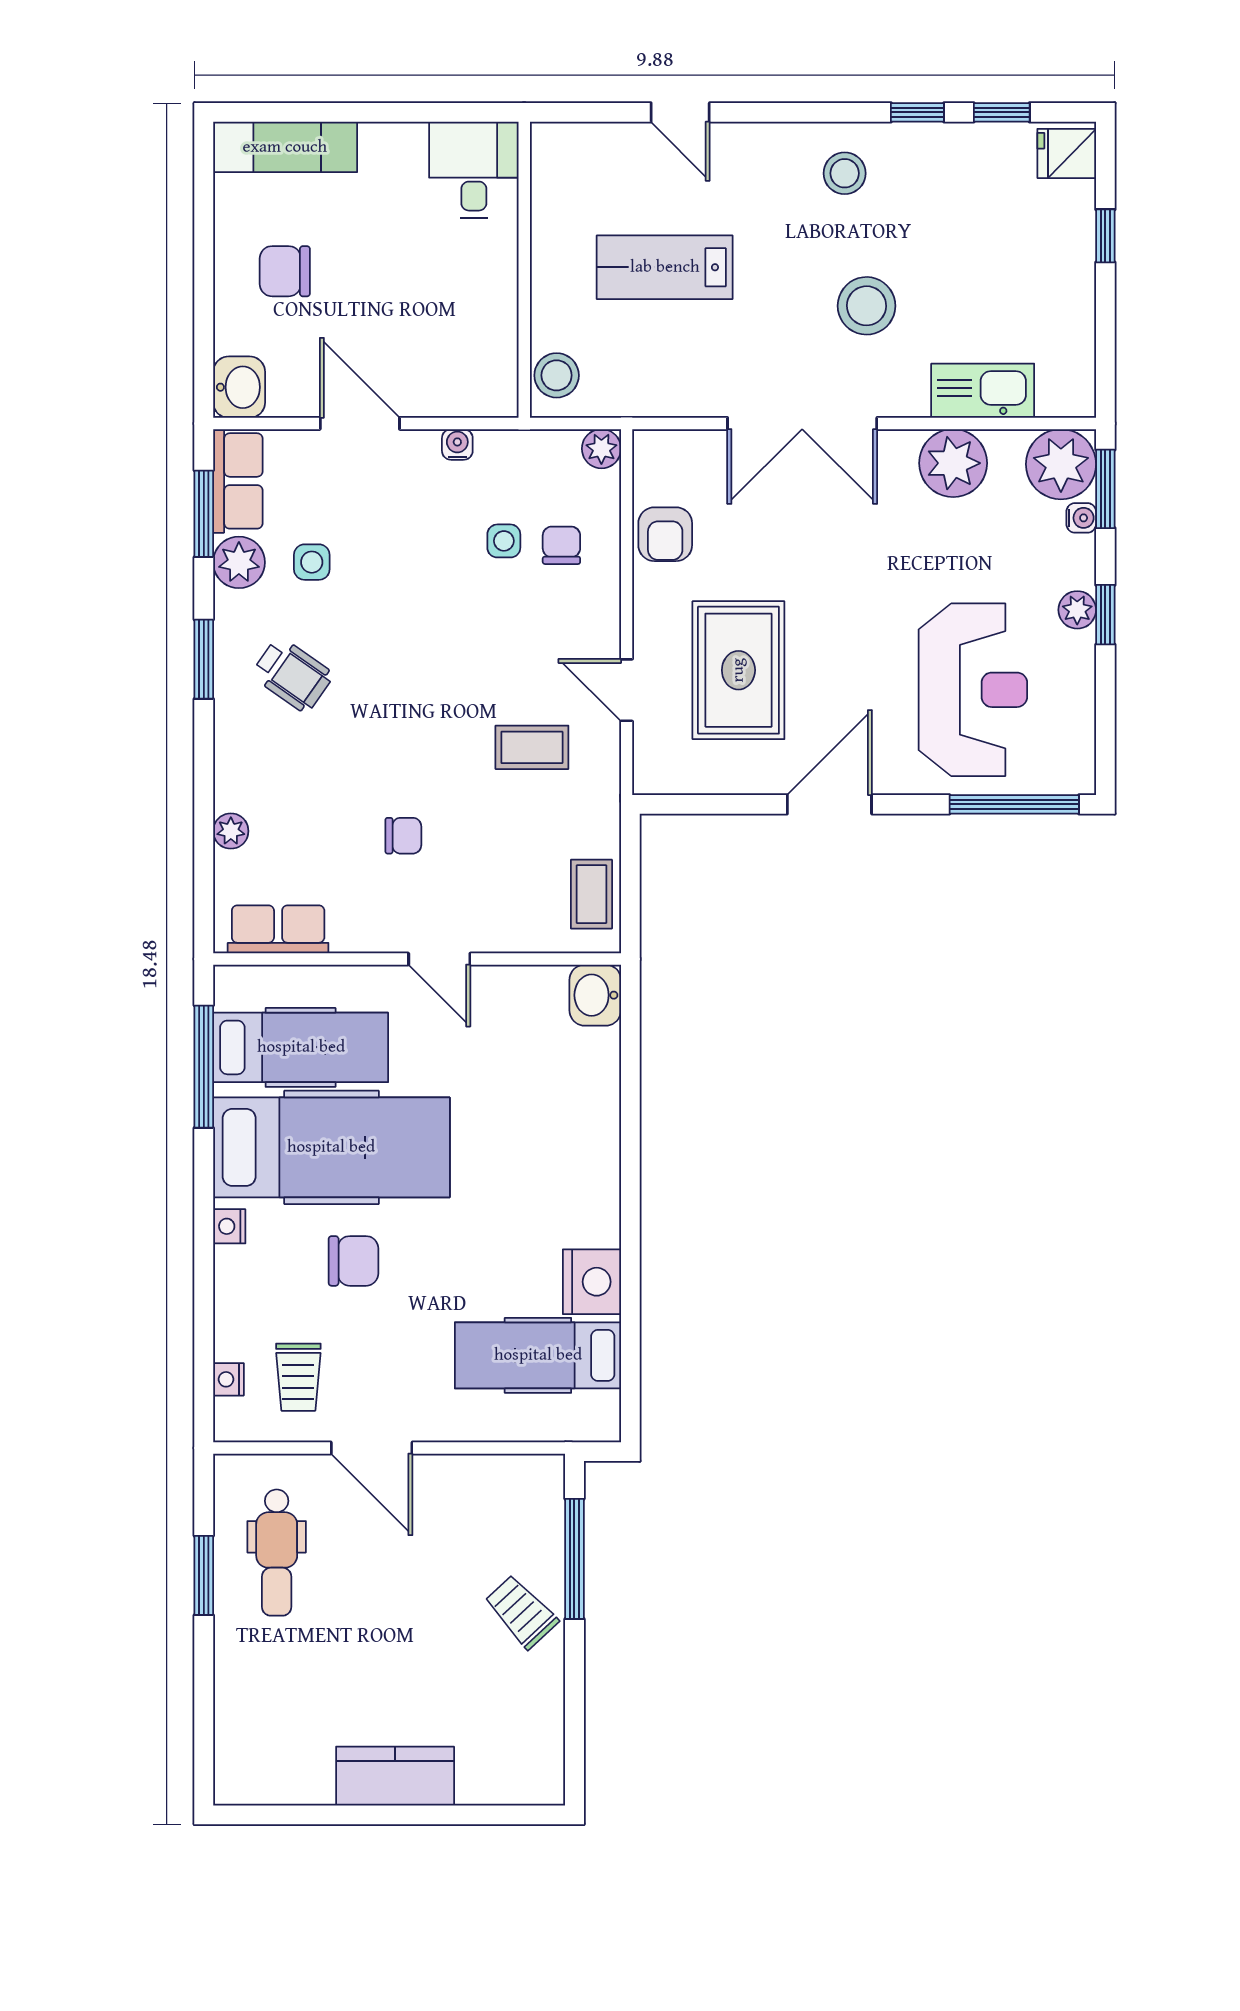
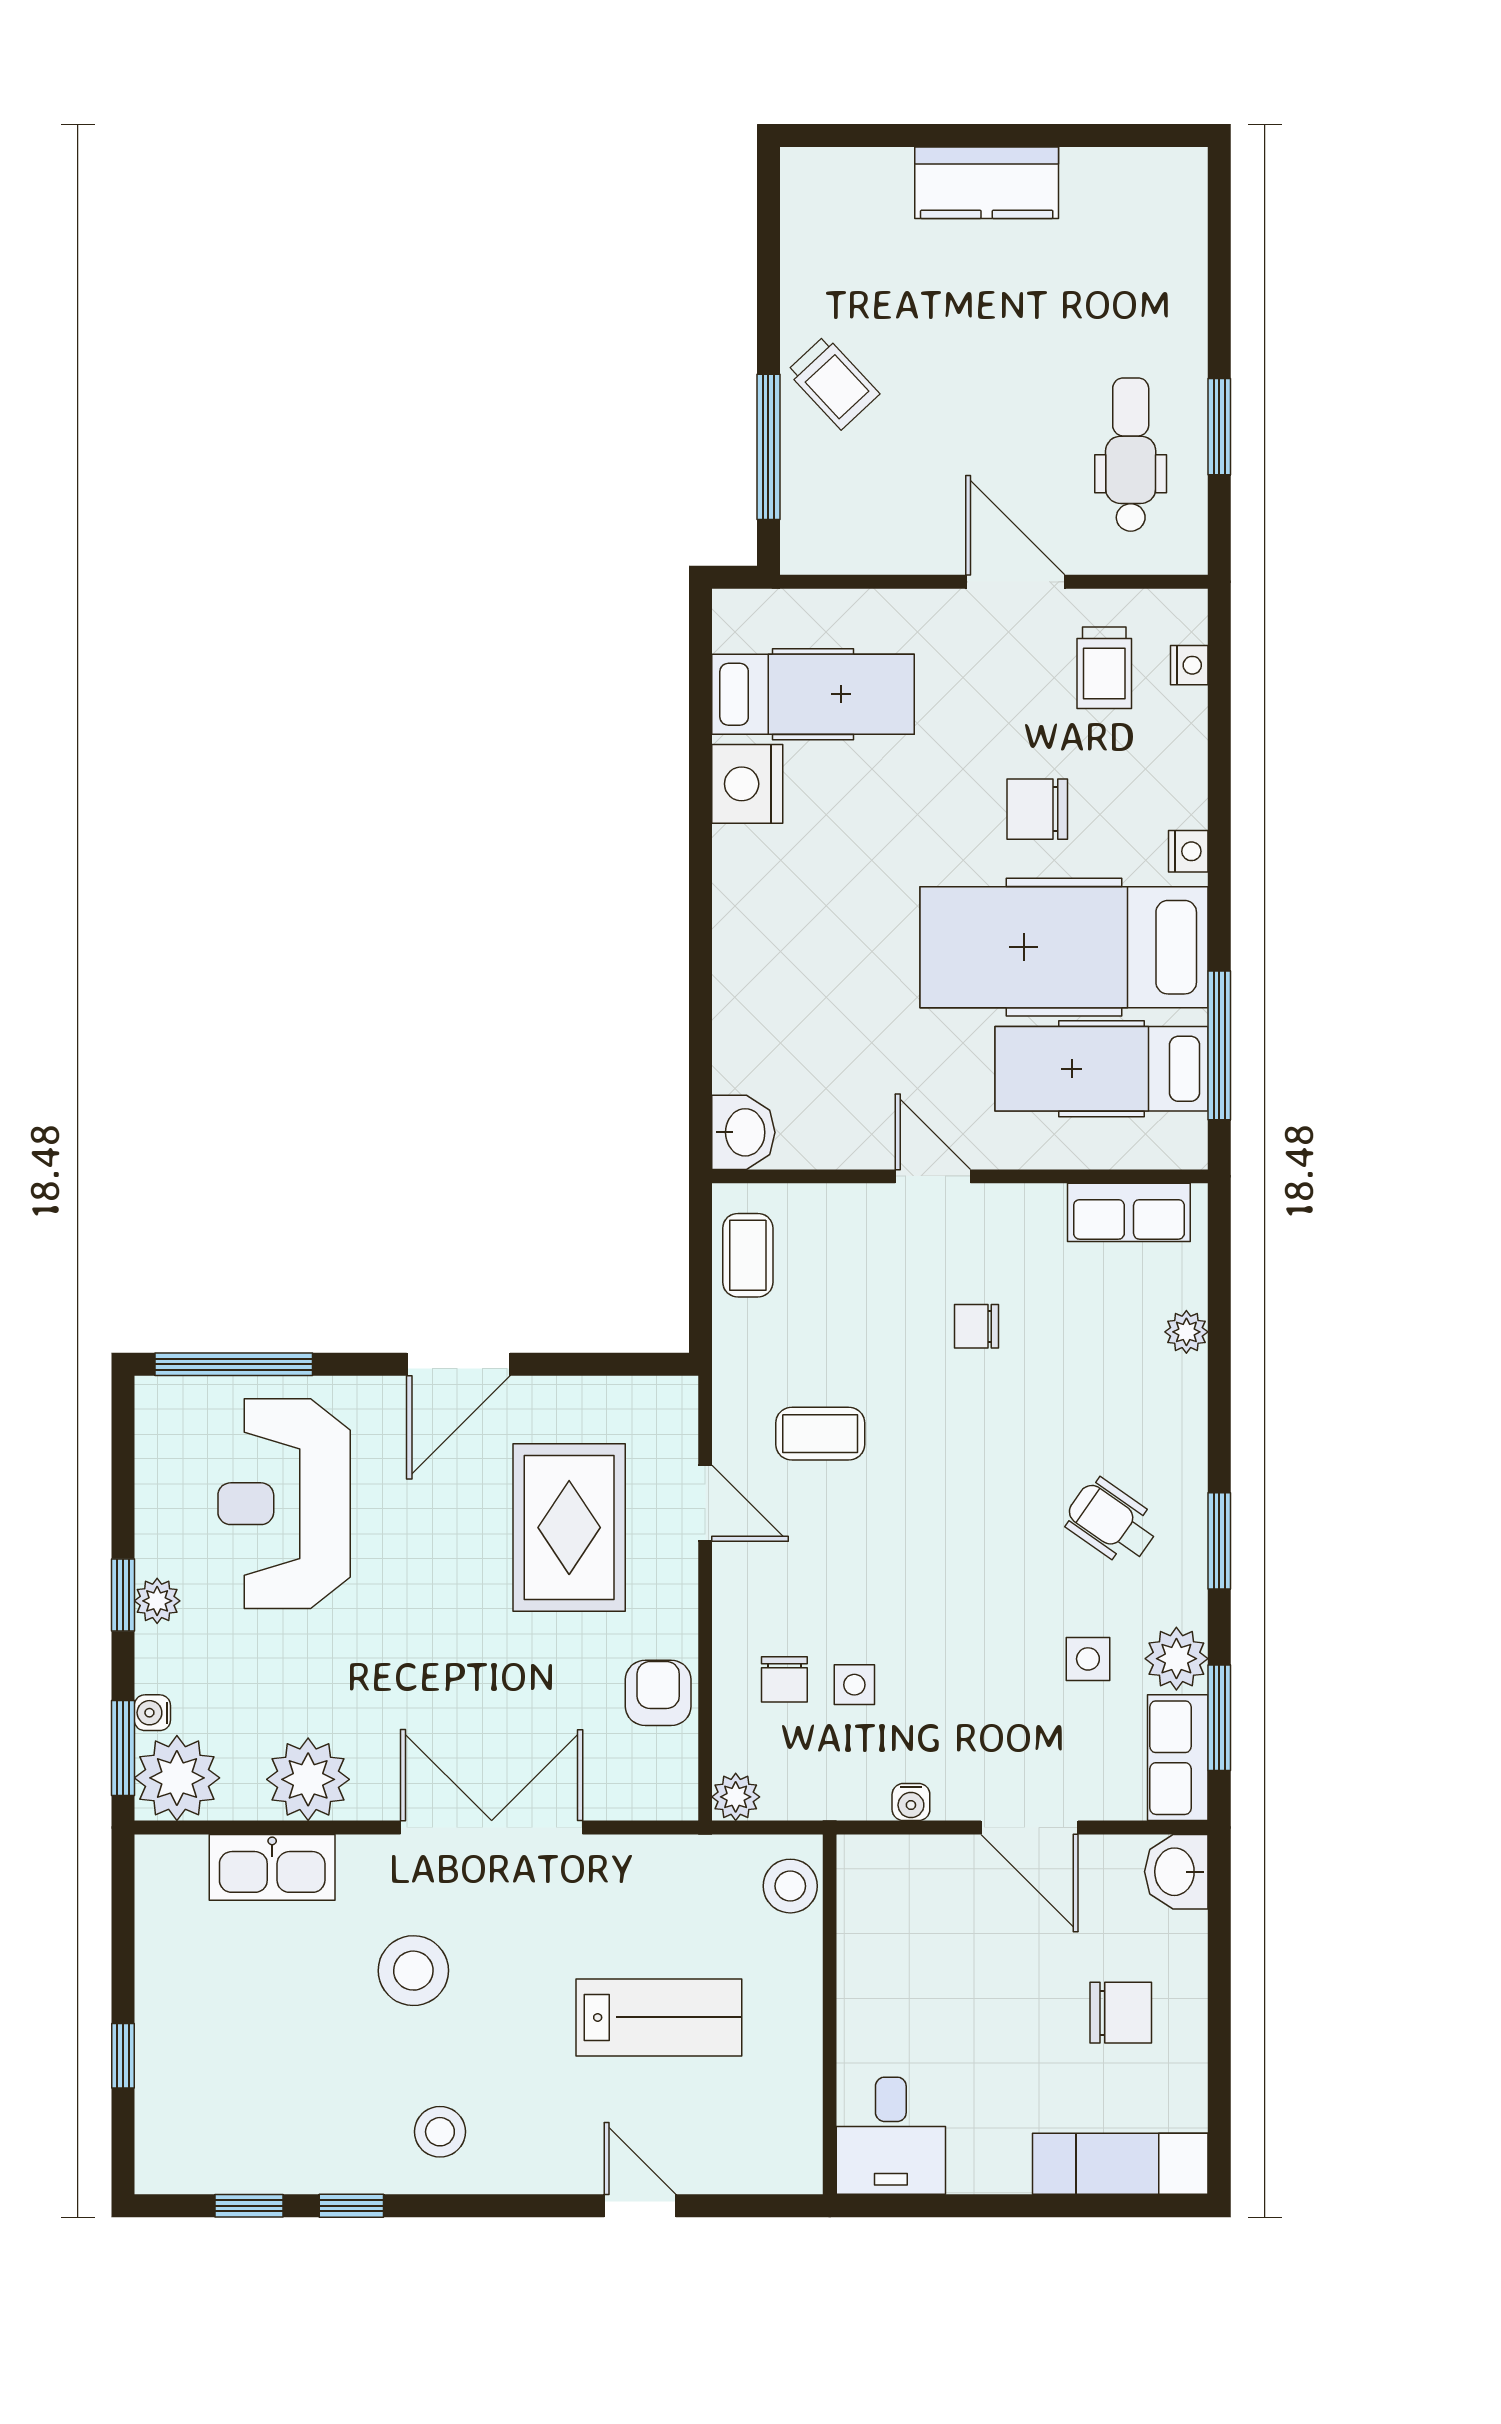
fridge: (1067, 153) -> (170, 2156), removed
trolley: (298, 1377) -> (1104, 668), turned 180

